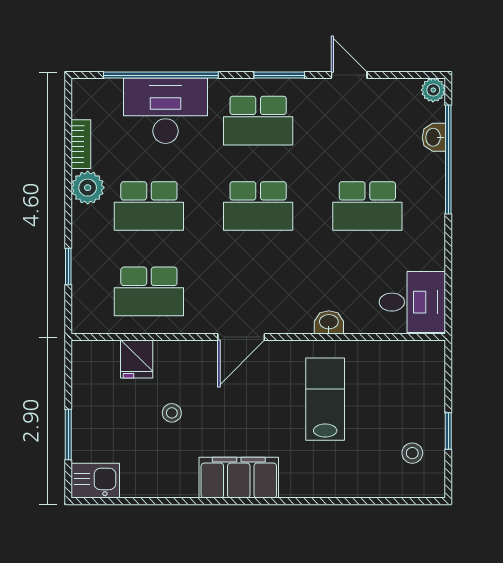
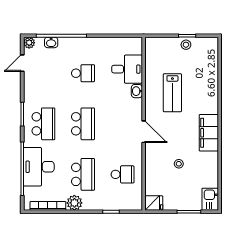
door: (349, 75) -> (22, 63), moved
bookcase: (81, 144) -> (48, 206), width x1.56
school desk: (367, 206) -> (83, 73), width x0.54
school desk: (149, 291) -> (123, 174), width x0.54
desk: (412, 302) -> (127, 69), moved, turned 90
fridge: (137, 359) -> (154, 203), moved
lab bench: (325, 399) -> (172, 93), turned -90
stool: (412, 453) -> (186, 45), moved

